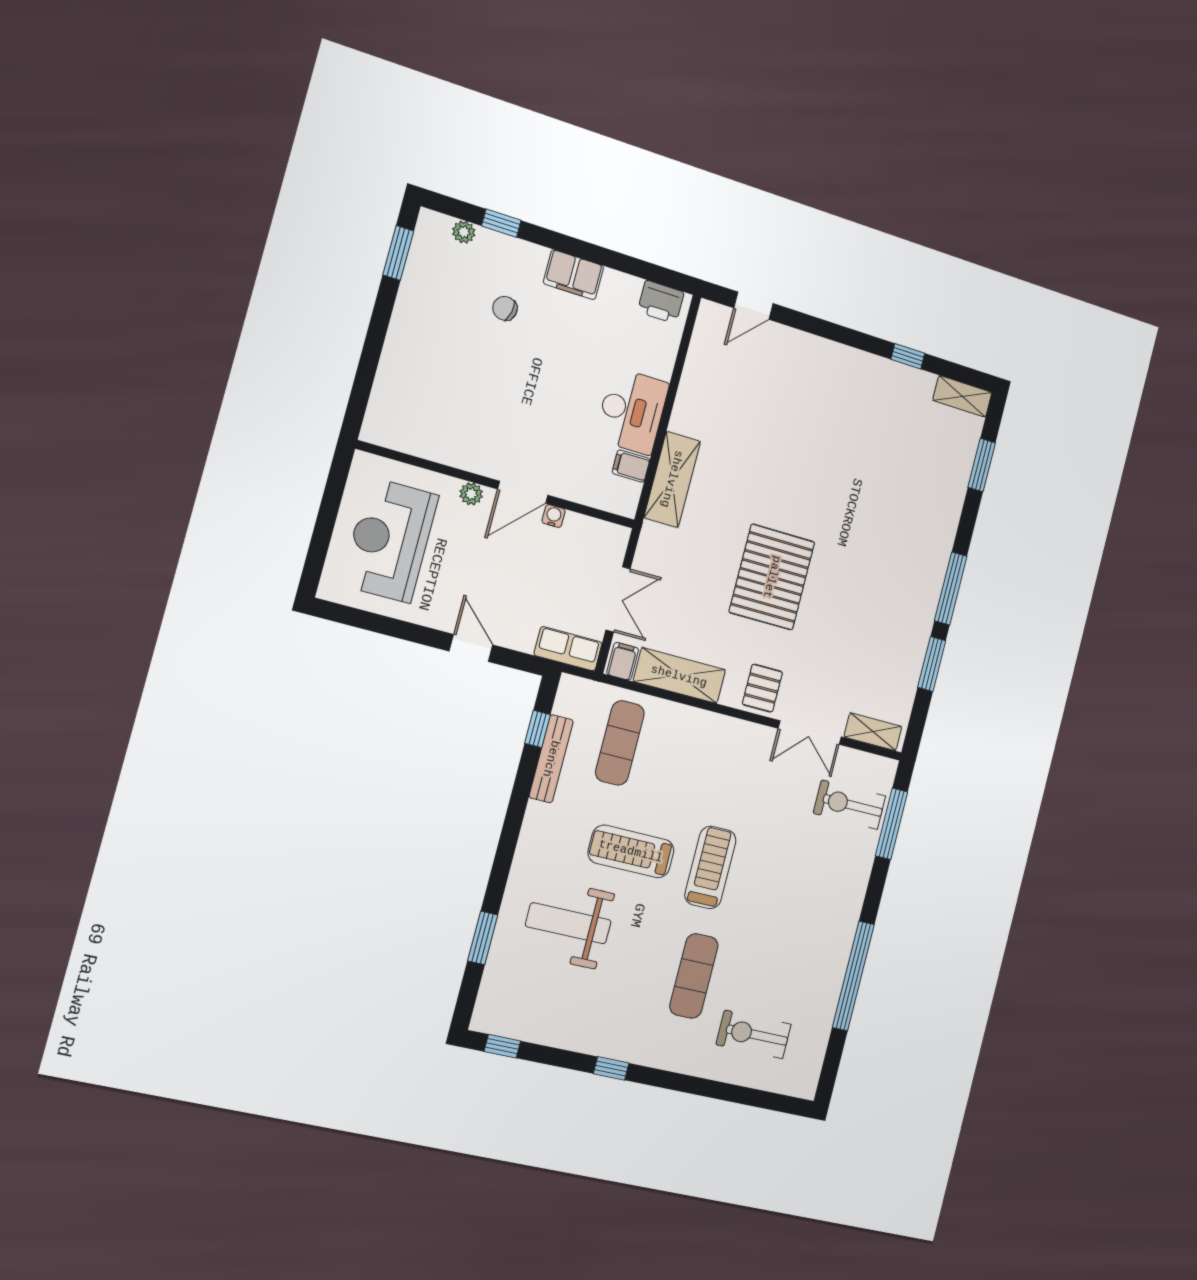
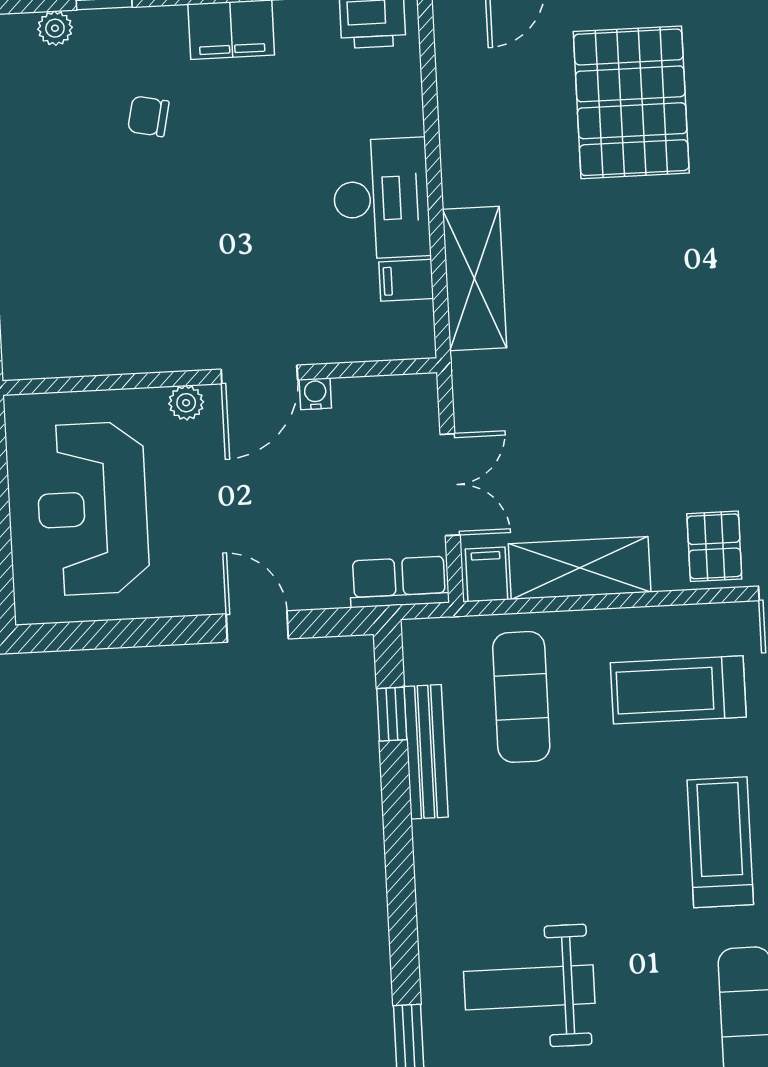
pallet: (772, 577) -> (631, 102), moved
treadmill: (631, 851) -> (678, 690), moved

